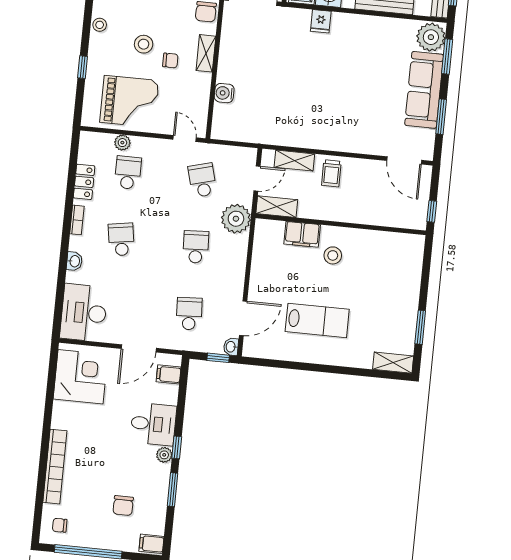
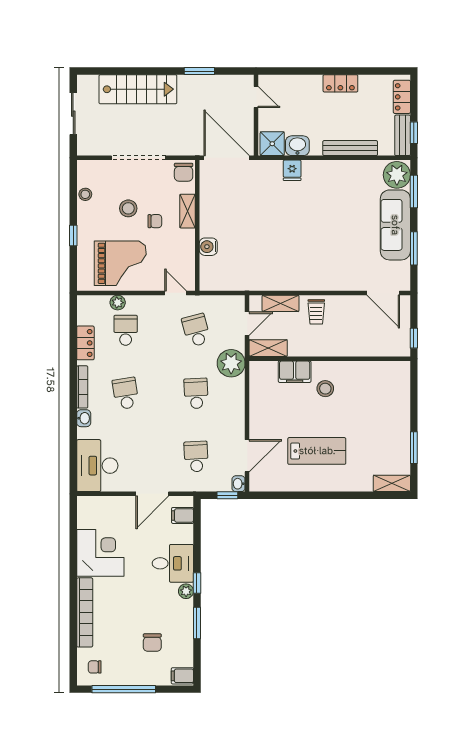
bookcase: (77, 220) -> (82, 387), width x1.56
corner desk: (81, 377) -> (100, 553), moved

